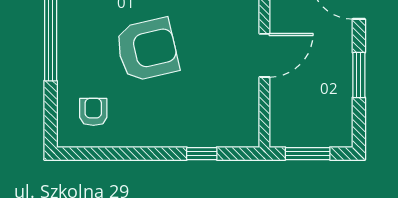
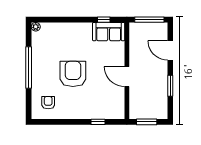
armchair: (147, 50) -> (73, 74), turned -77
door: (264, 55) -> (127, 77), swing flipped

